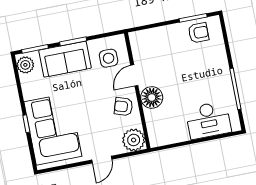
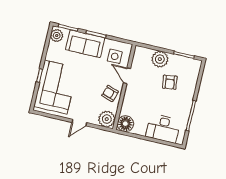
armchair: (198, 33) -> (170, 82), moved, turned 82
plant: (166, 37) -> (160, 59), added
door: (134, 75) -> (127, 76), hinge flipped
floor lamp: (152, 97) -> (125, 124), moved

